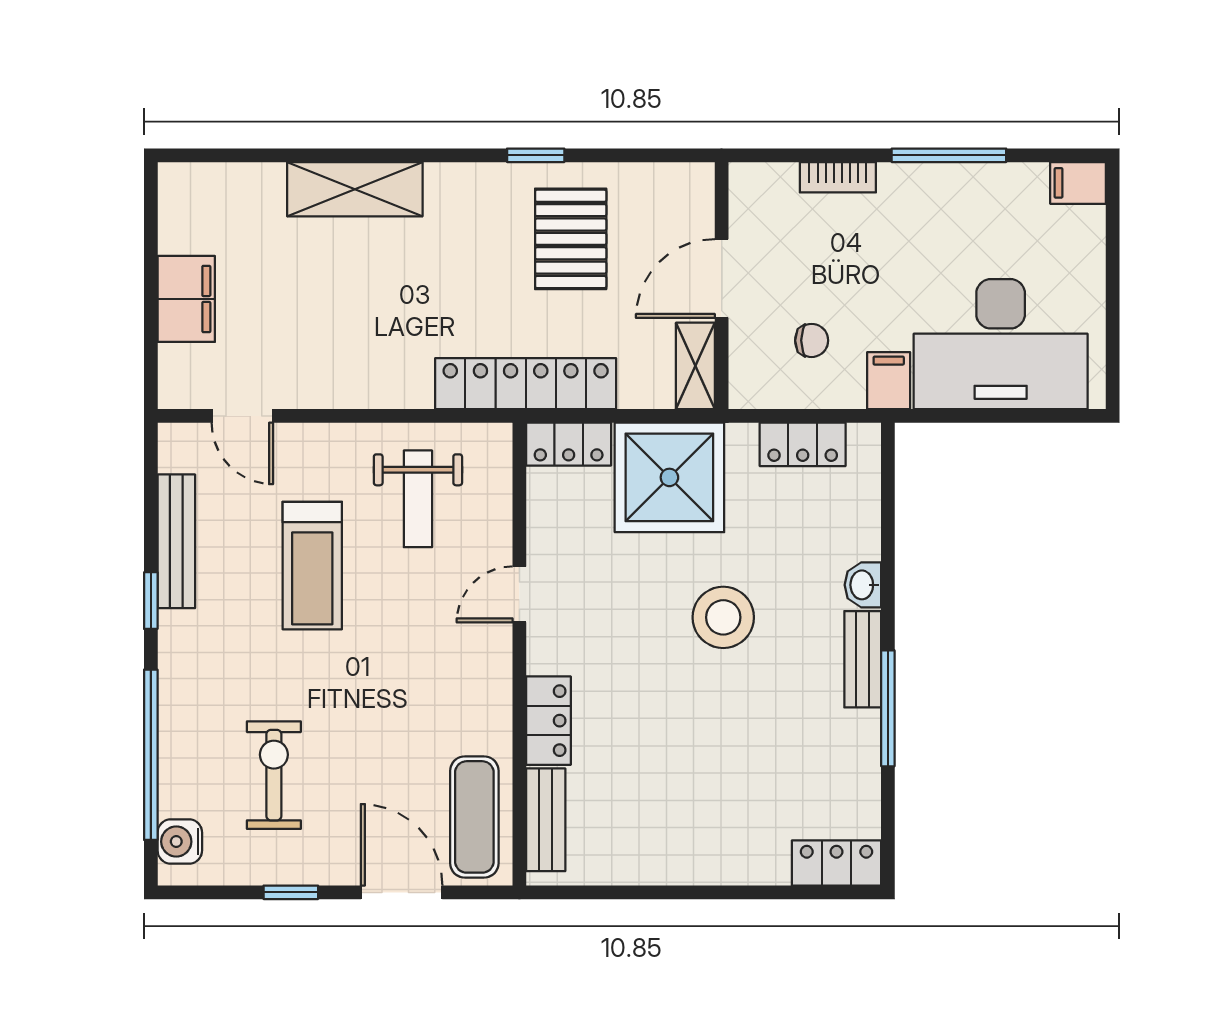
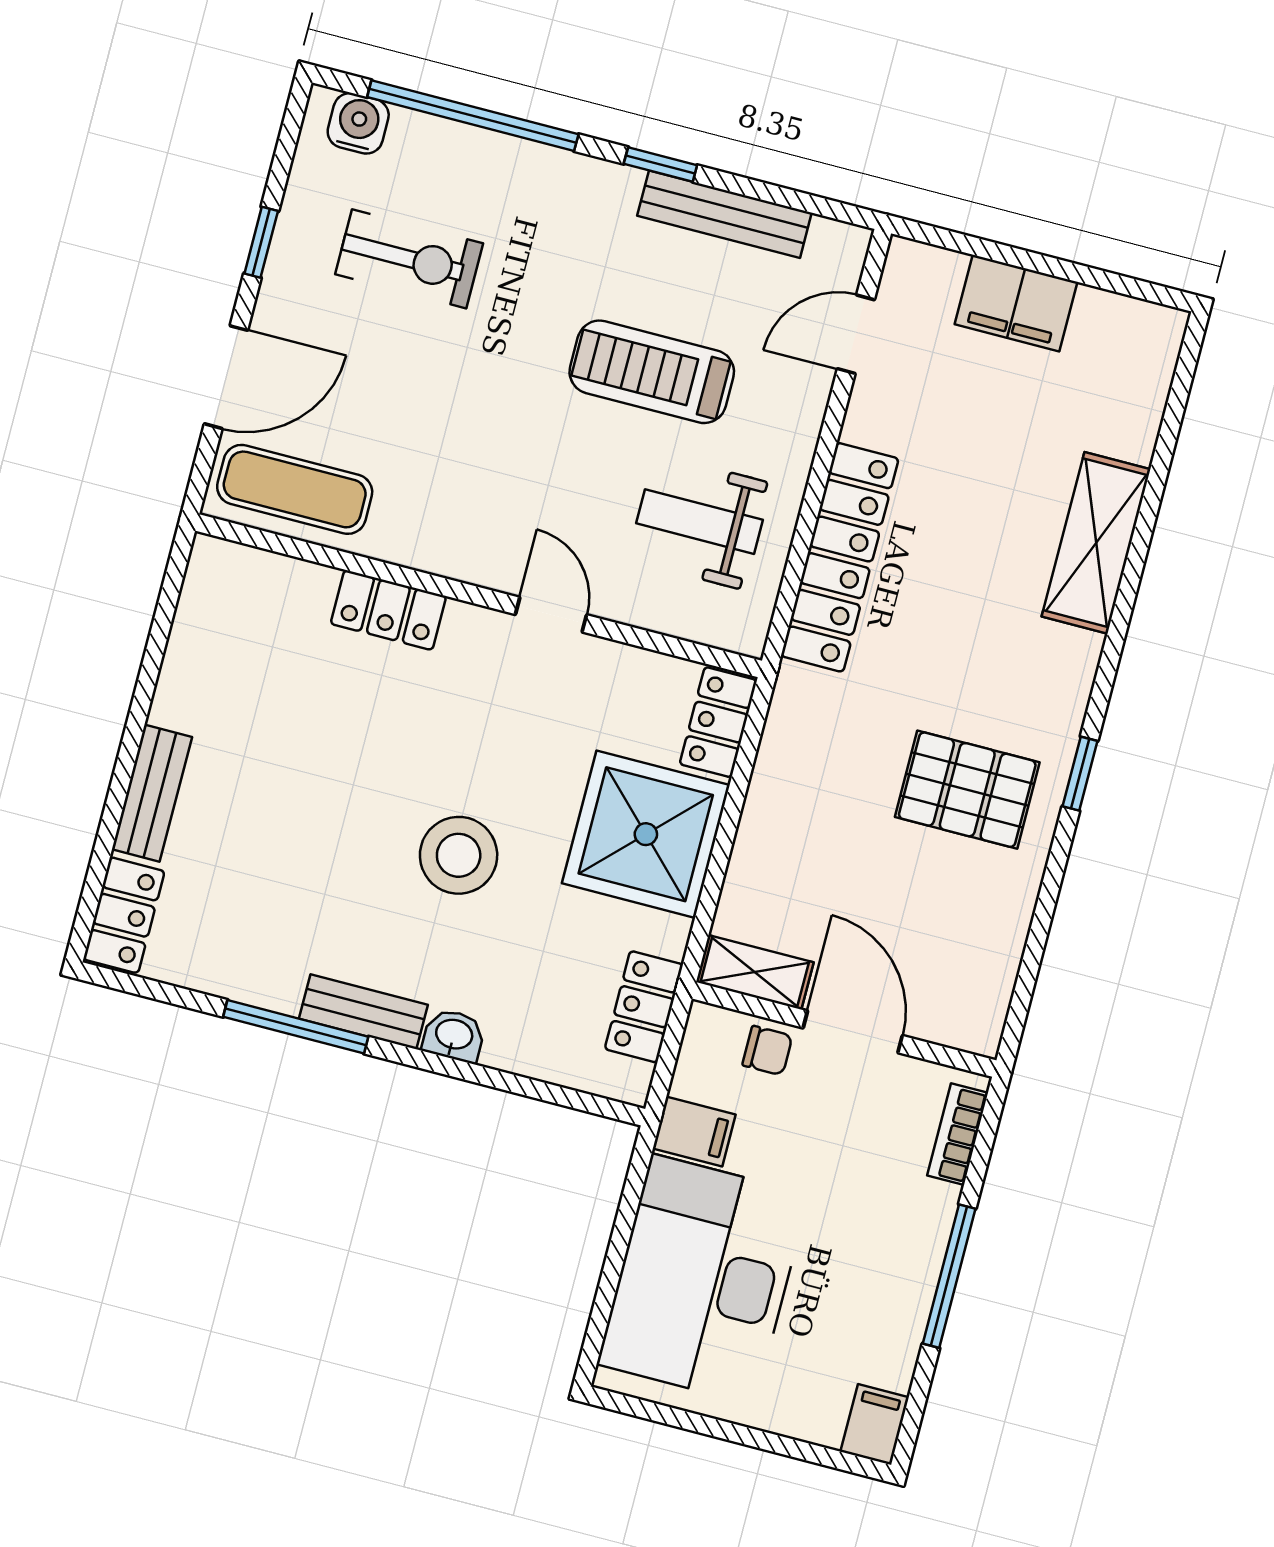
door: (722, 279) -> (853, 1032), moved
wall: (722, 286) -> (844, 1029), moved
chair: (812, 340) -> (767, 1051), turned -90
shelving: (695, 366) -> (755, 972), moved
locker: (526, 384) -> (840, 557), moved
bench: (546, 820) -> (152, 793), moved, turned 90

